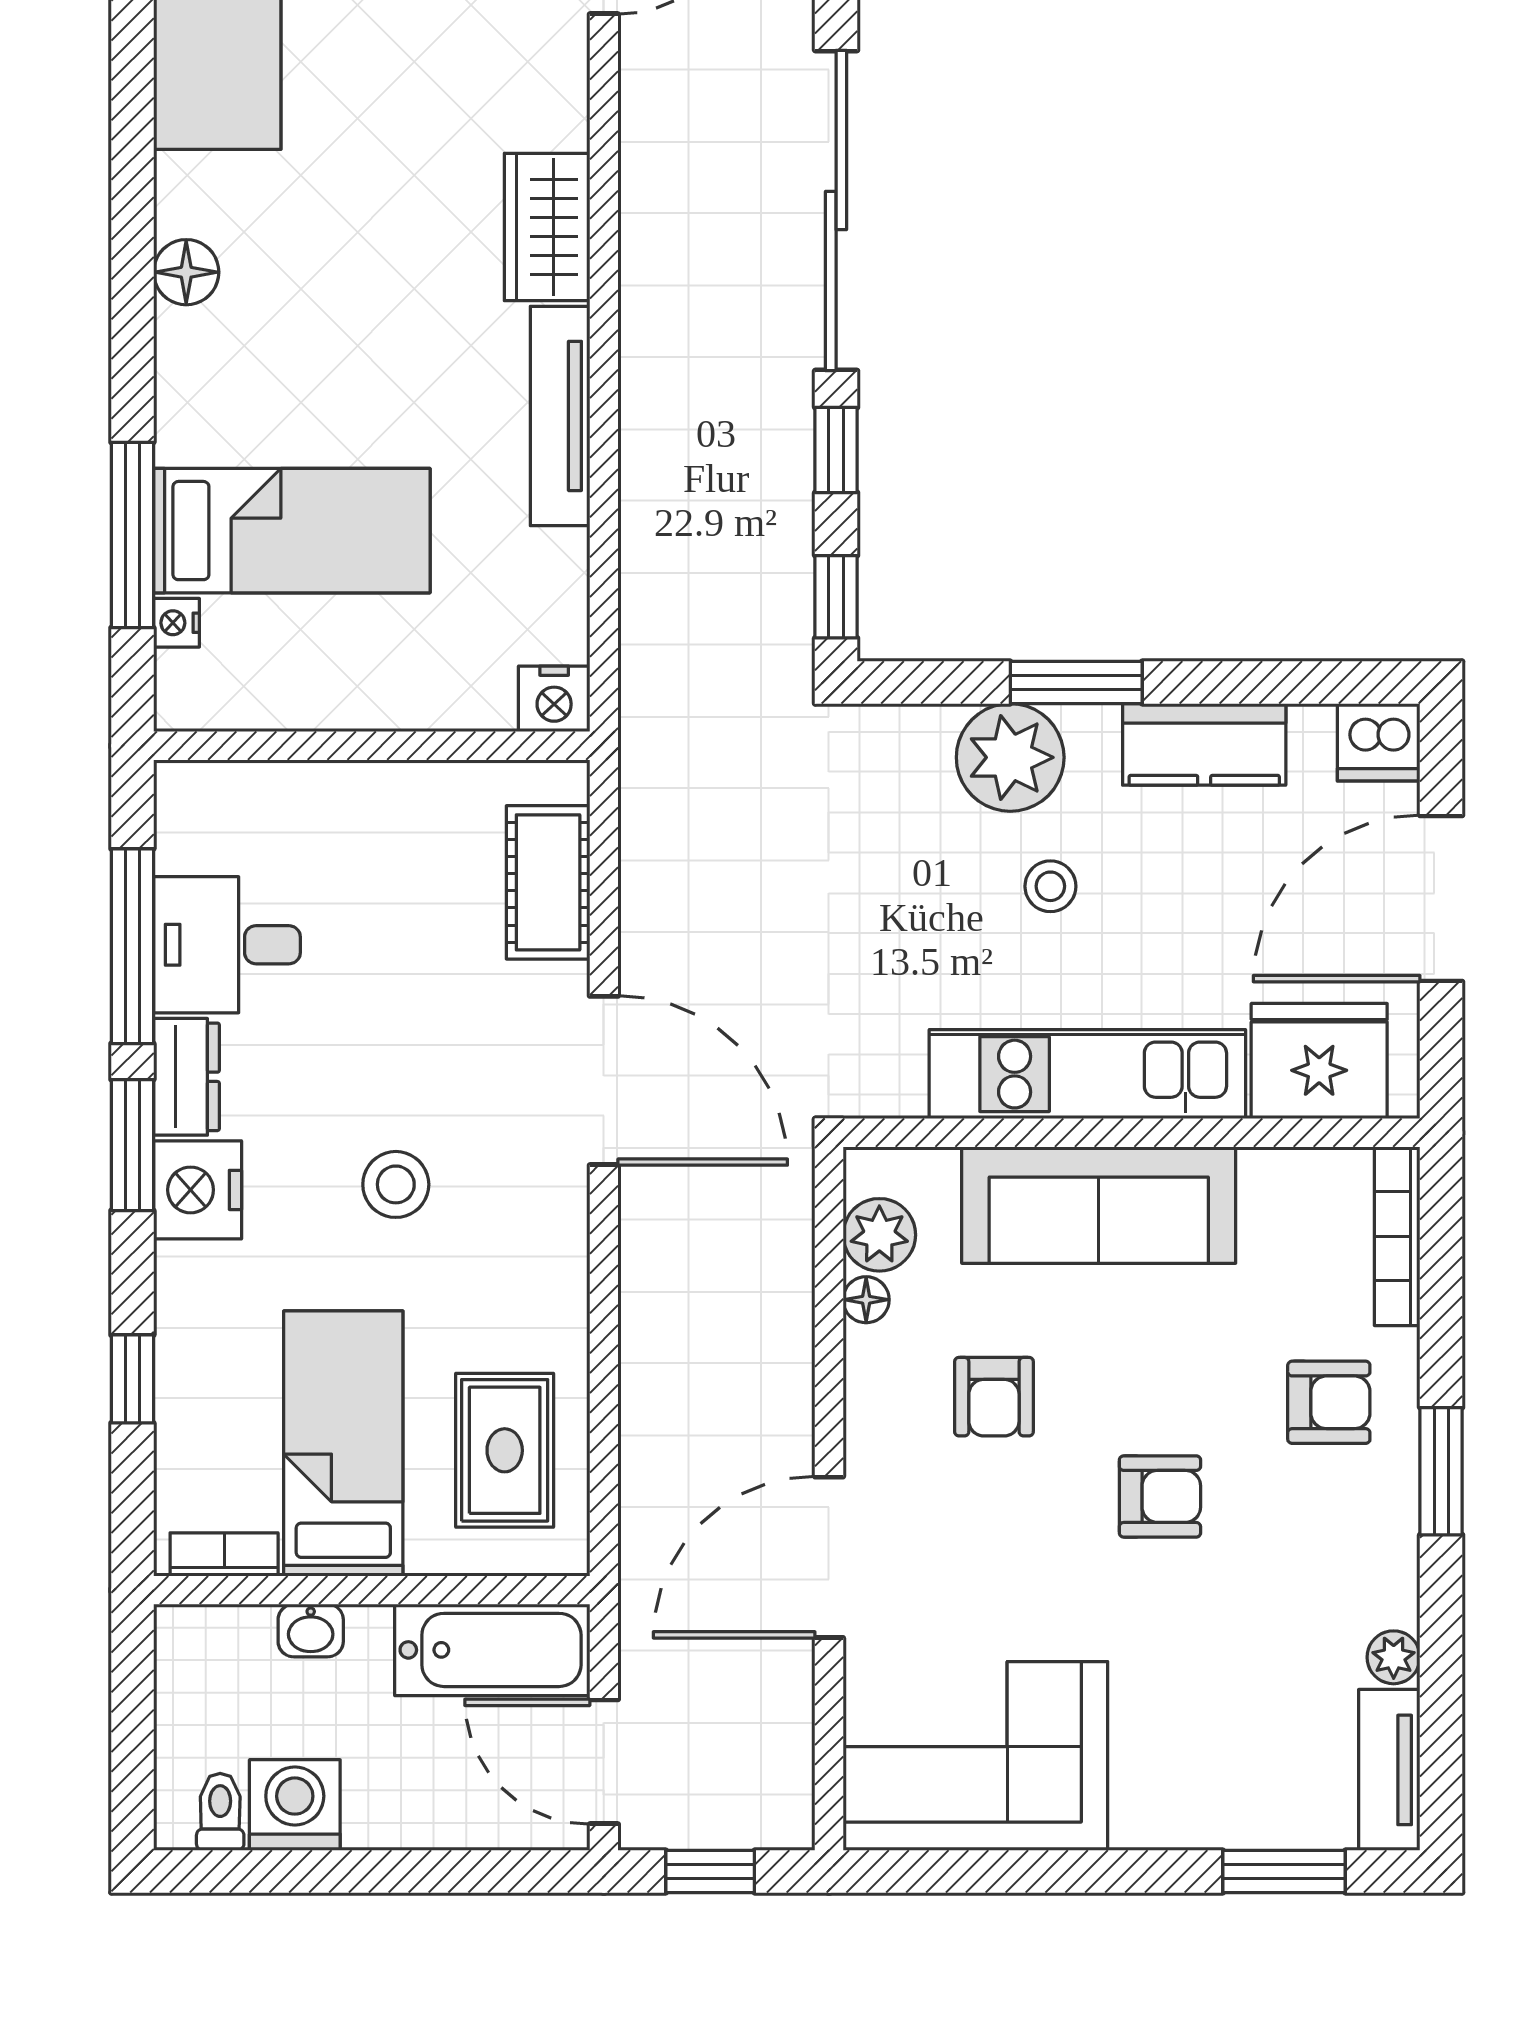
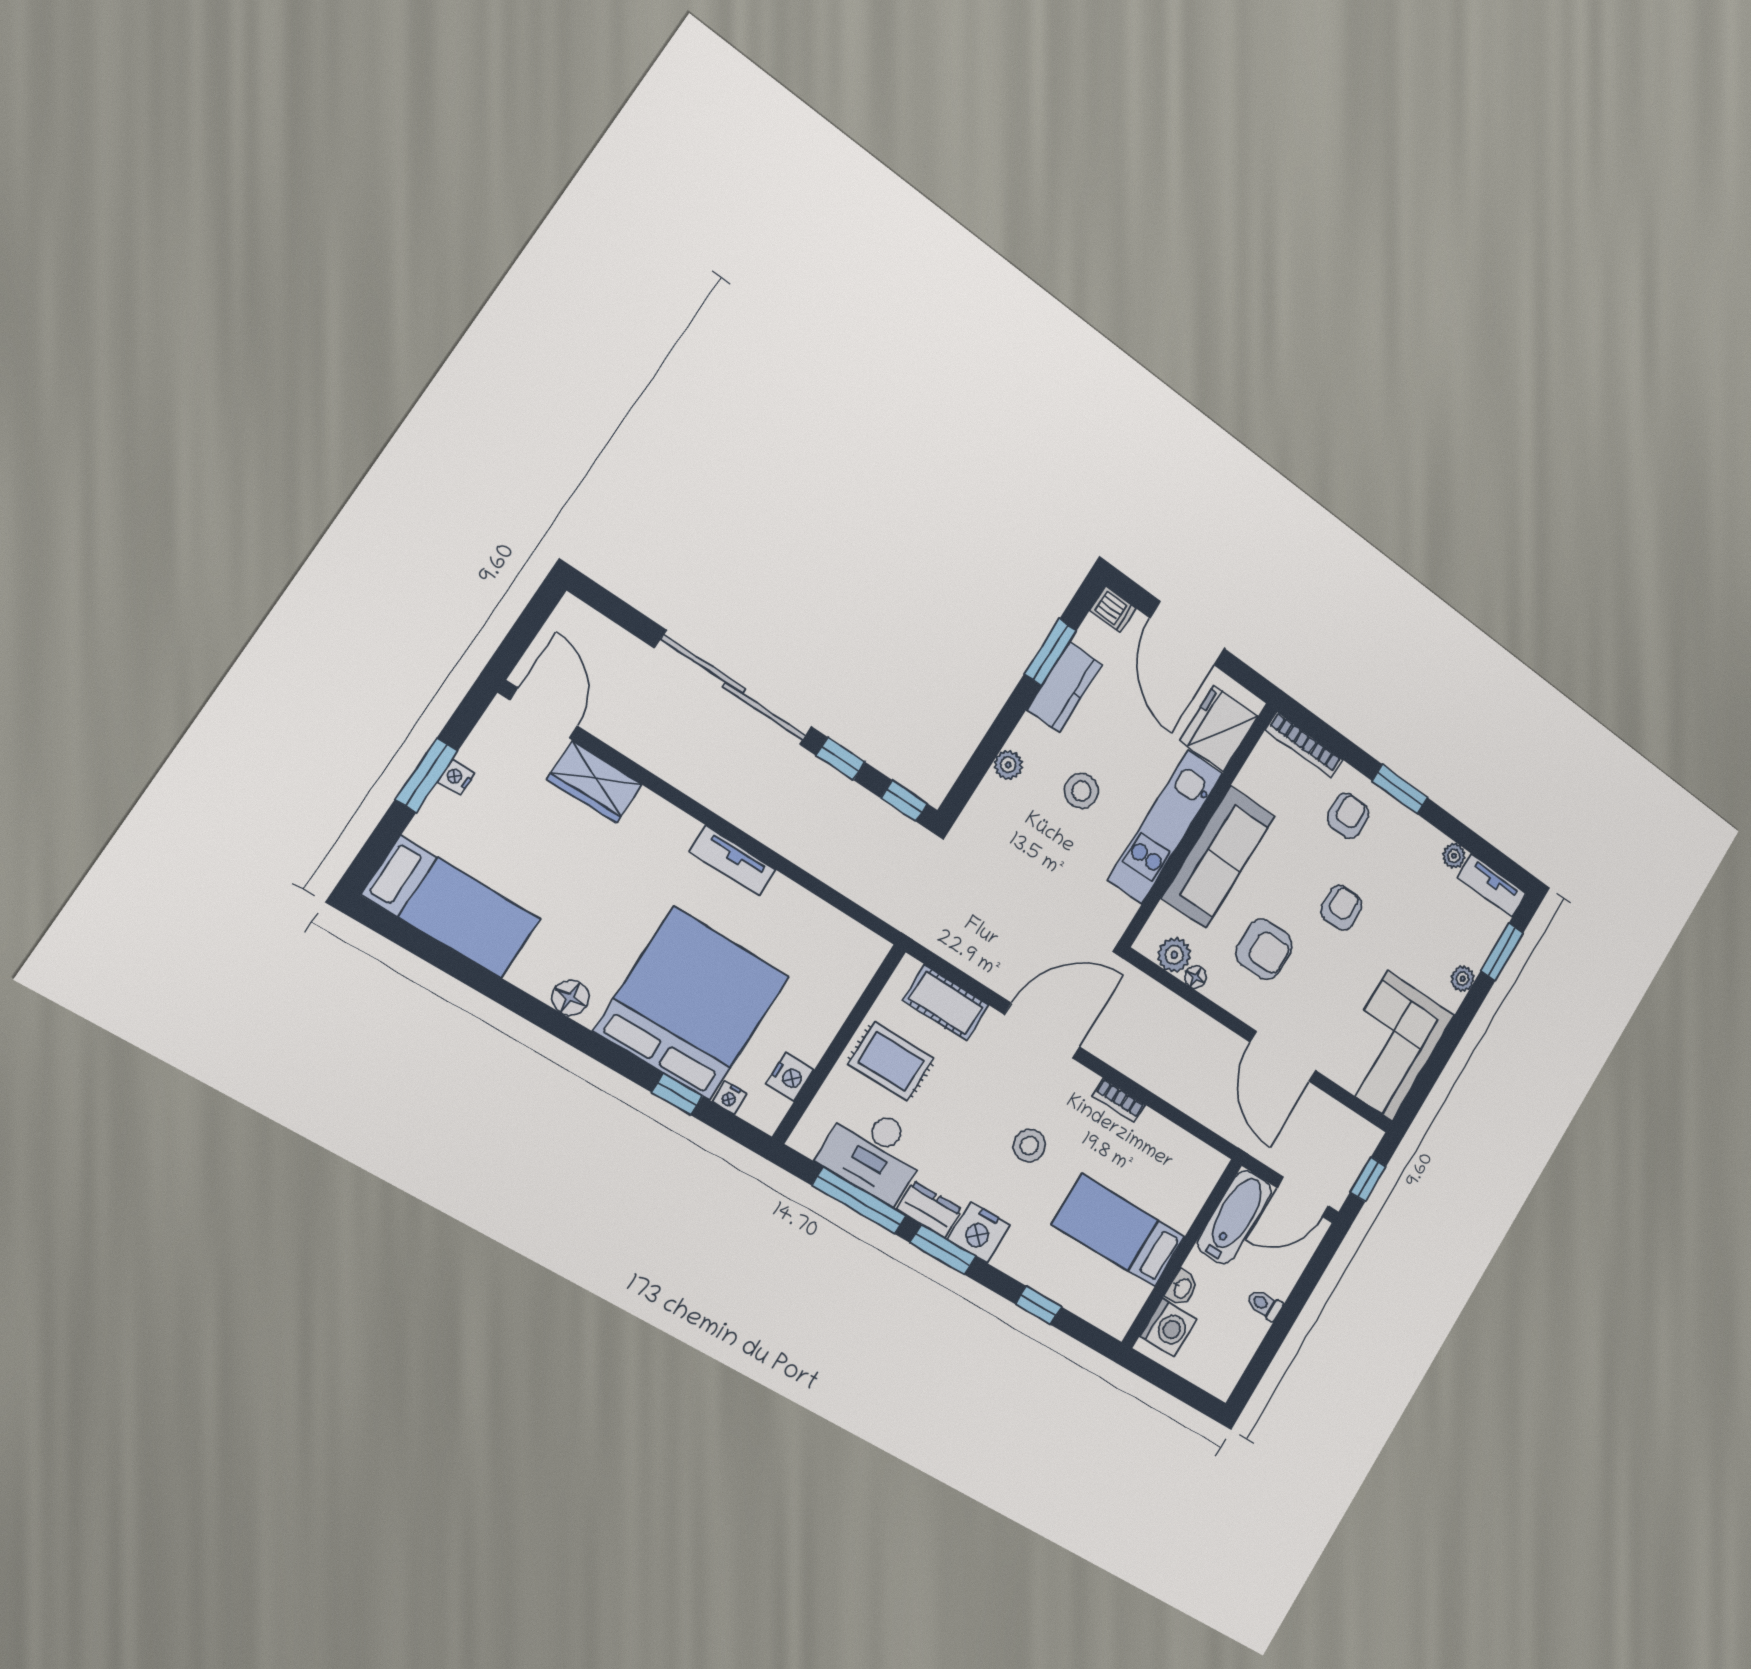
wardrobe: (547, 227) -> (595, 782), moved
tv unit: (560, 416) -> (733, 861), width x0.71
bed: (292, 531) -> (692, 1004), width x2.04
window: (132, 535) -> (677, 1094), width x0.46
window: (1076, 682) -> (1050, 652), moved
nightstand: (554, 699) -> (790, 1077), moved
dishwasher: (1379, 742) -> (1113, 609), width x0.73
plant: (1010, 757) -> (1008, 765), width x0.53, depth x0.53
stool: (1050, 886) -> (1081, 791), width x1.37, depth x1.37
desk: (227, 945) -> (874, 1152), width x1.37
armchair: (994, 1397) -> (1264, 949), width x1.38, depth x1.38
rug: (505, 1450) -> (891, 1061), moved
bookcase: (224, 1554) -> (1119, 1100), moved, turned -90
washing machine: (295, 1805) -> (1168, 1327), moved, turned 180
toilet: (220, 1812) -> (1264, 1305), moved
plant: (1185, 1823) -> (1462, 979), added

